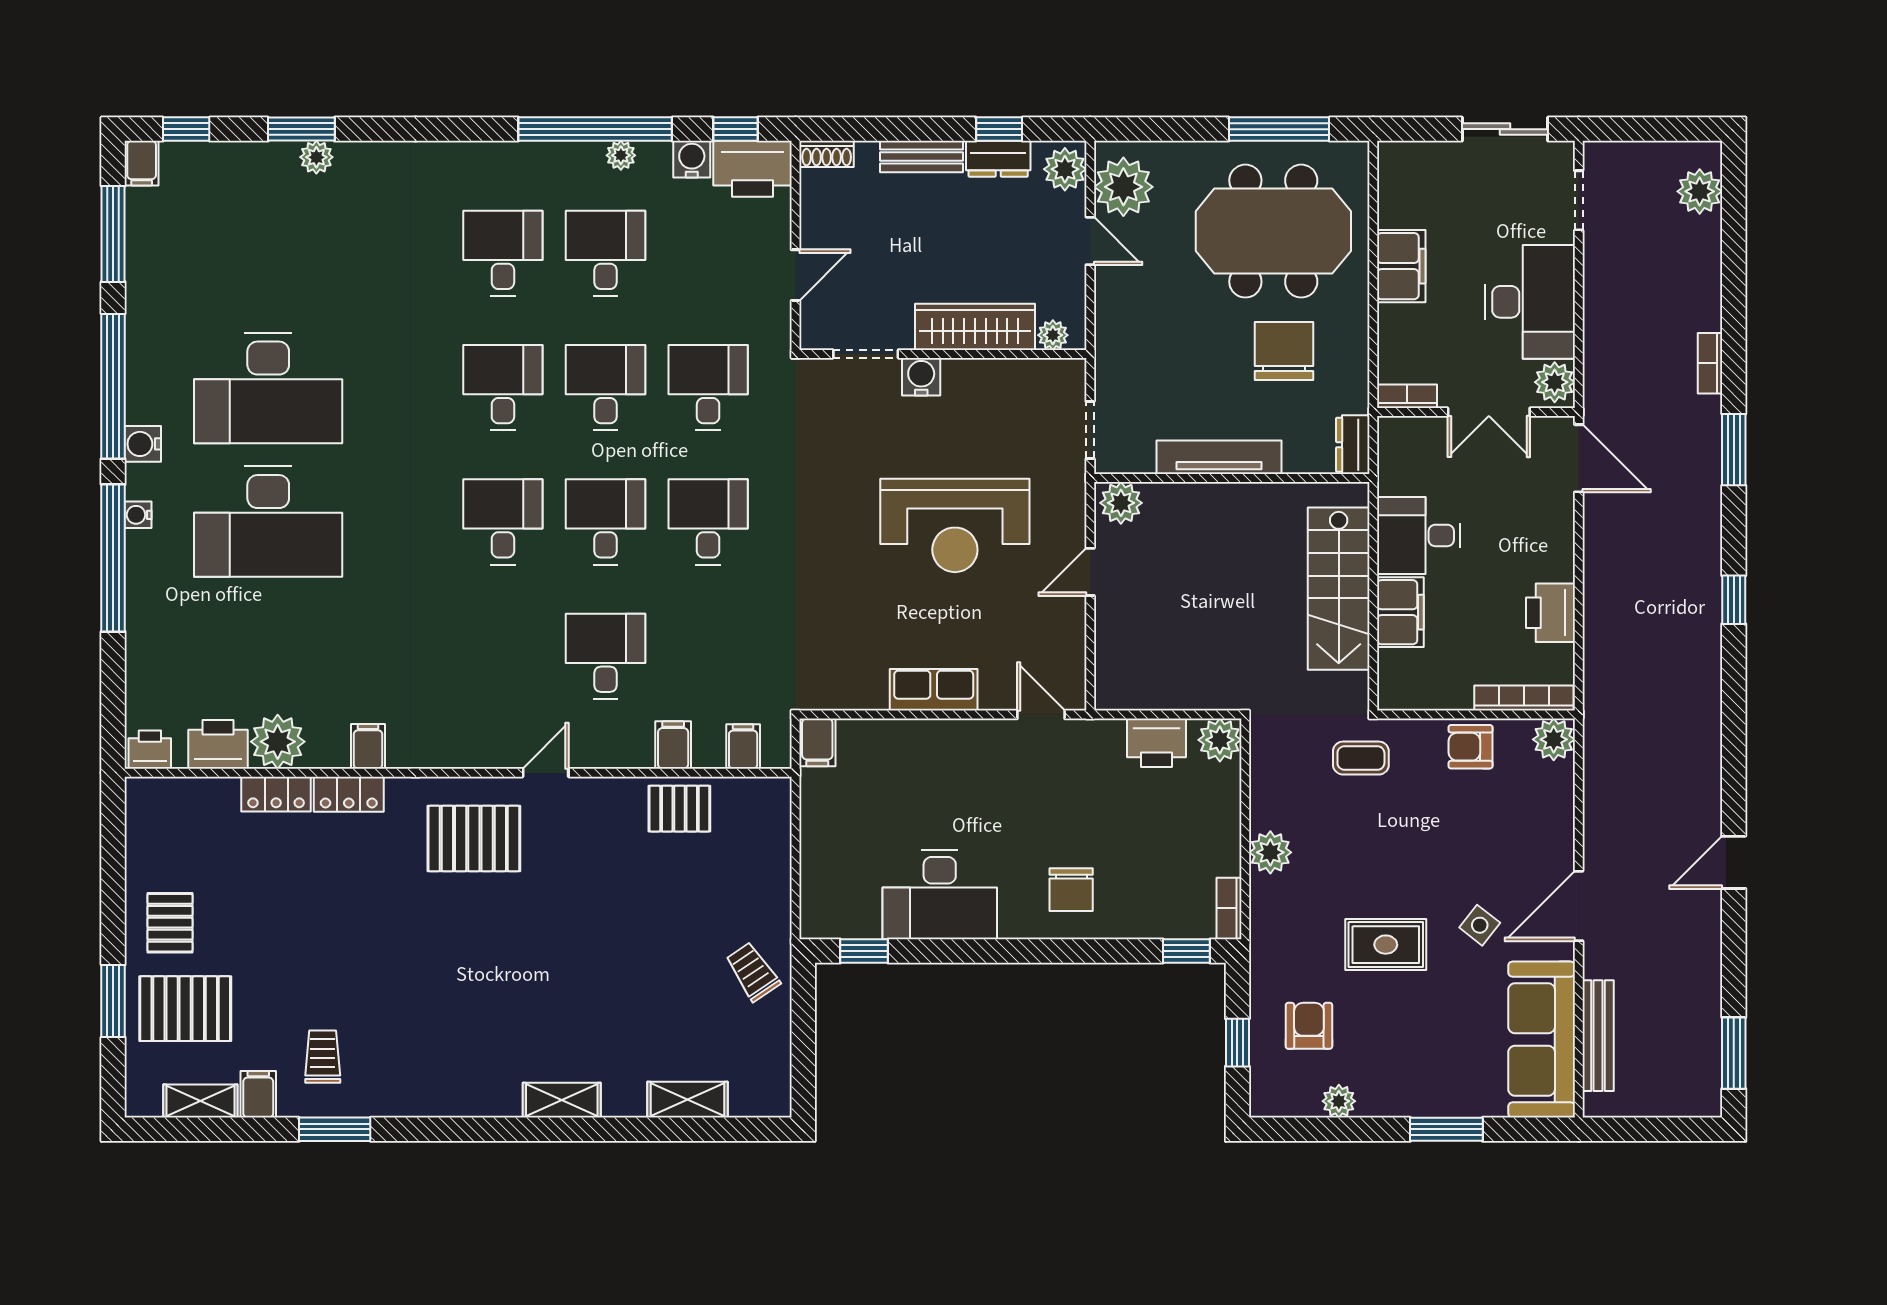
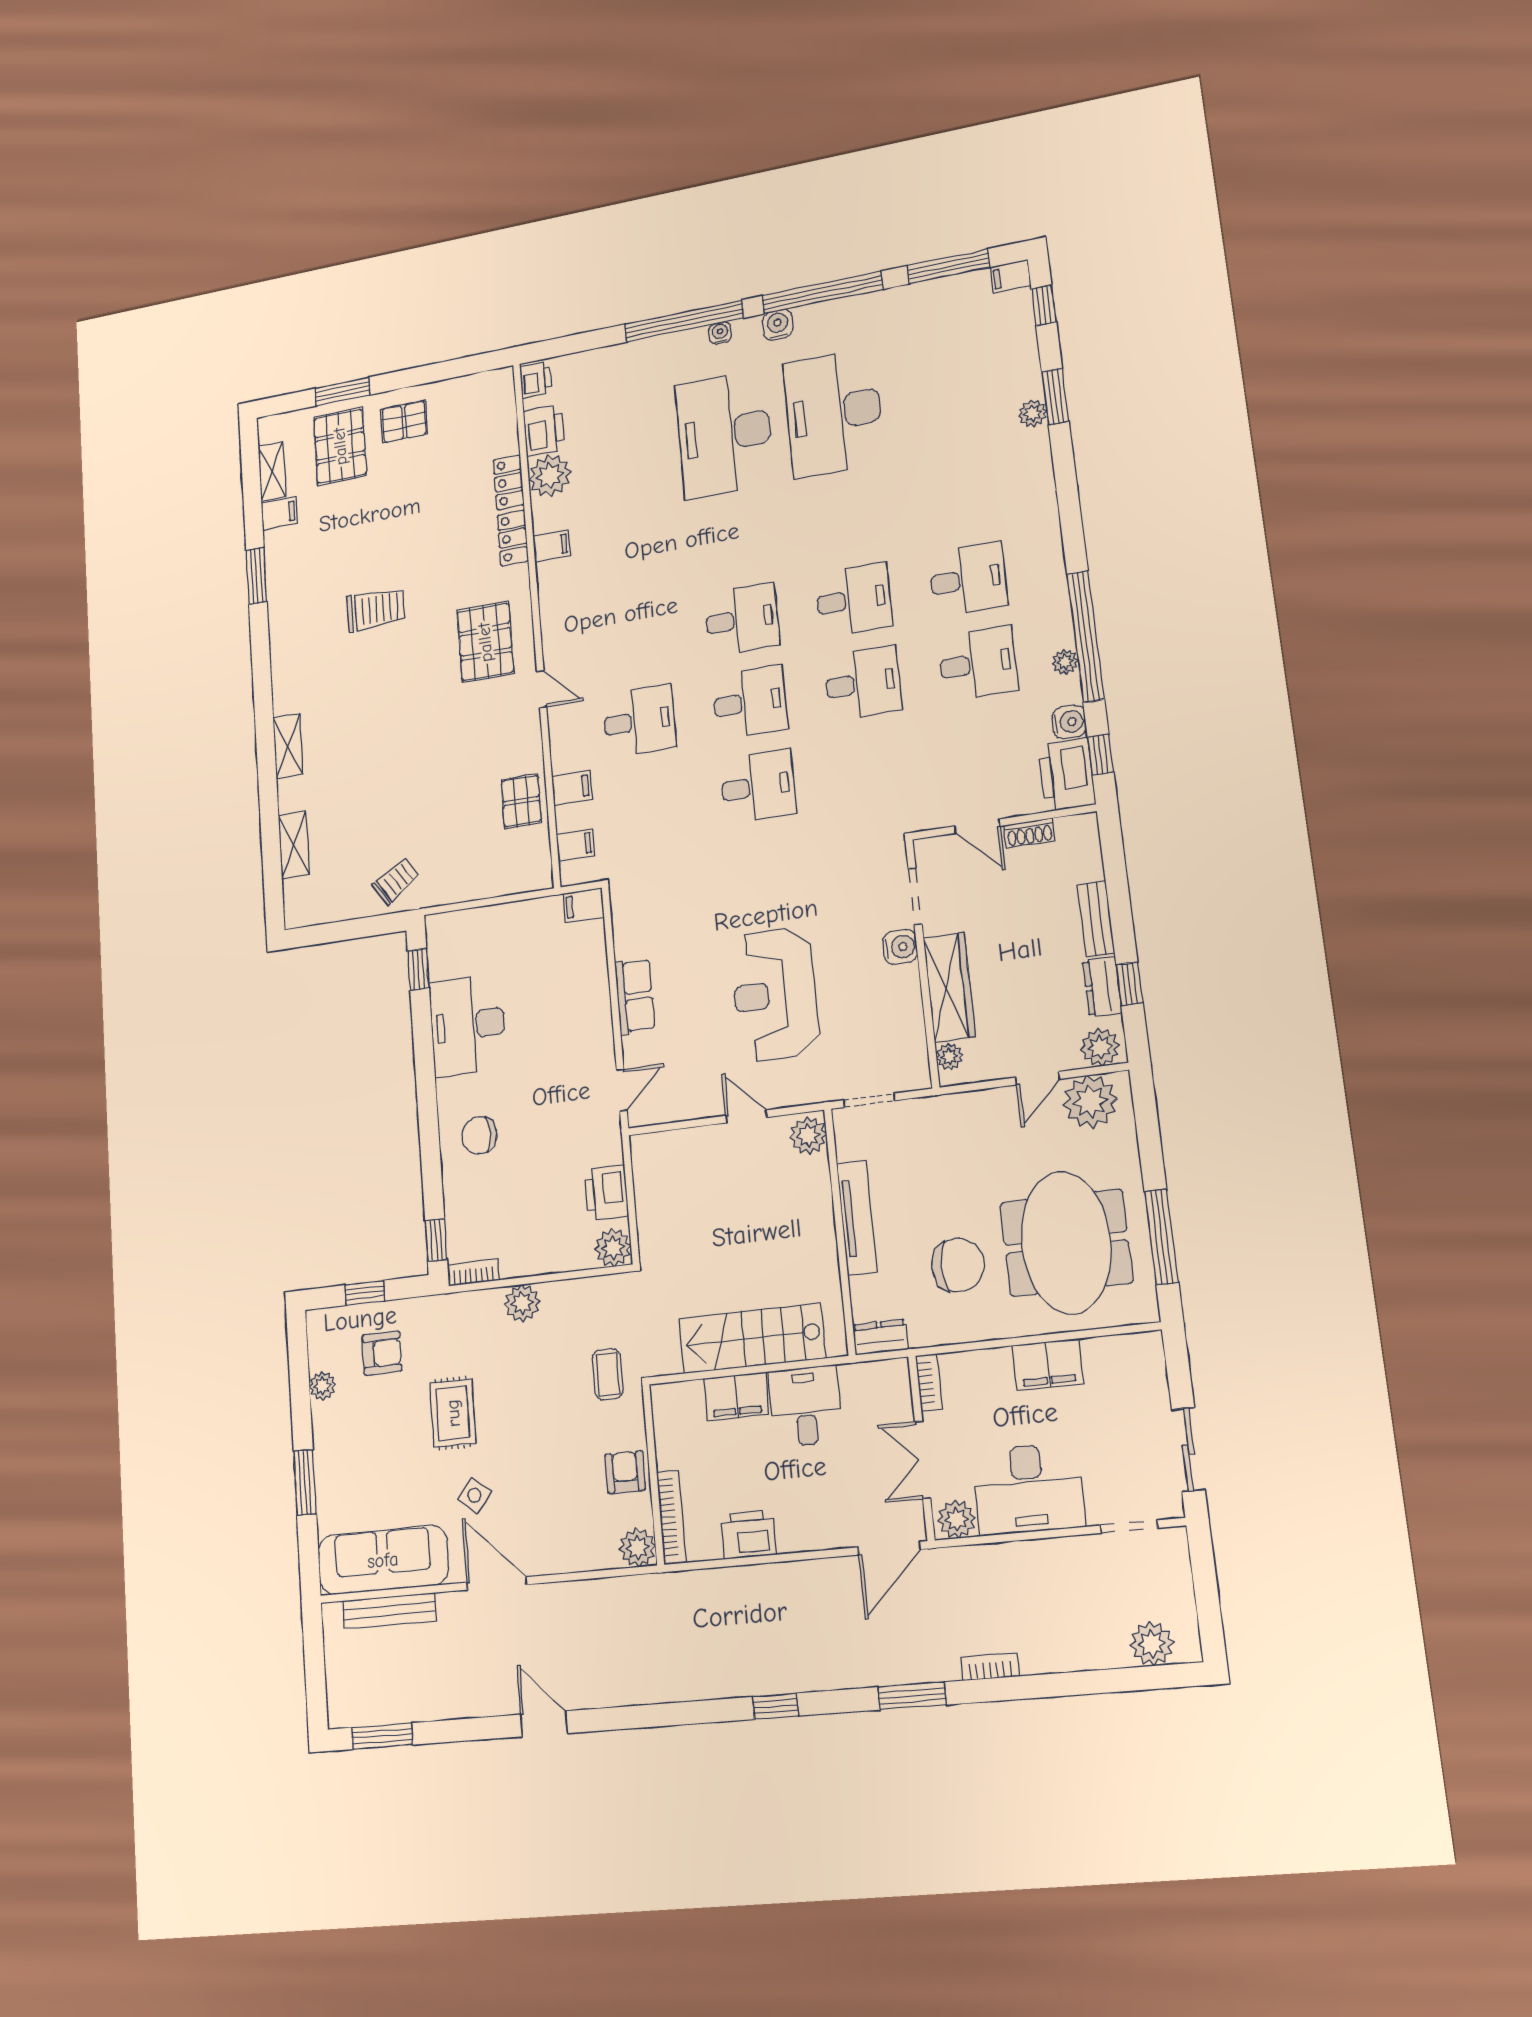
shoe rack: (827, 154) -> (1029, 833), moved, turned -90
desk: (708, 388) -> (872, 768), removed
trolley: (323, 1057) -> (376, 609), moved, width x1.36, depth x1.39

